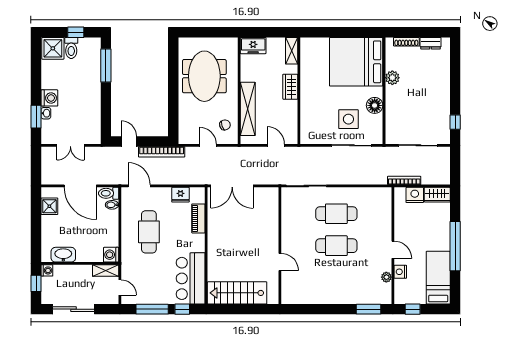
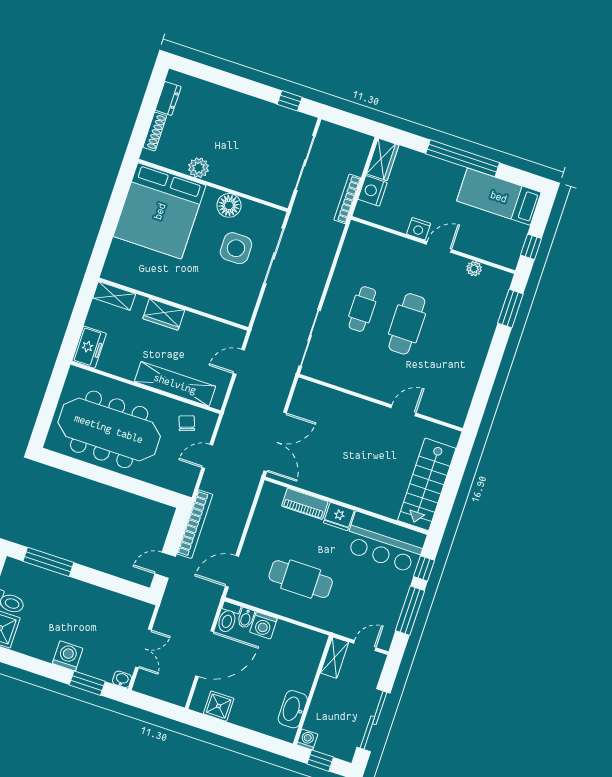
meeting table: (204, 76) -> (109, 429), width x1.36
washbasin: (46, 113) -> (122, 679), moved
fridge: (180, 195) -> (339, 516), moved, turned 90
cafe table: (336, 214) -> (362, 309), width x0.73, depth x0.74
washing machine: (111, 255) -> (263, 625), moved
nightstand: (400, 272) -> (419, 229), moved

